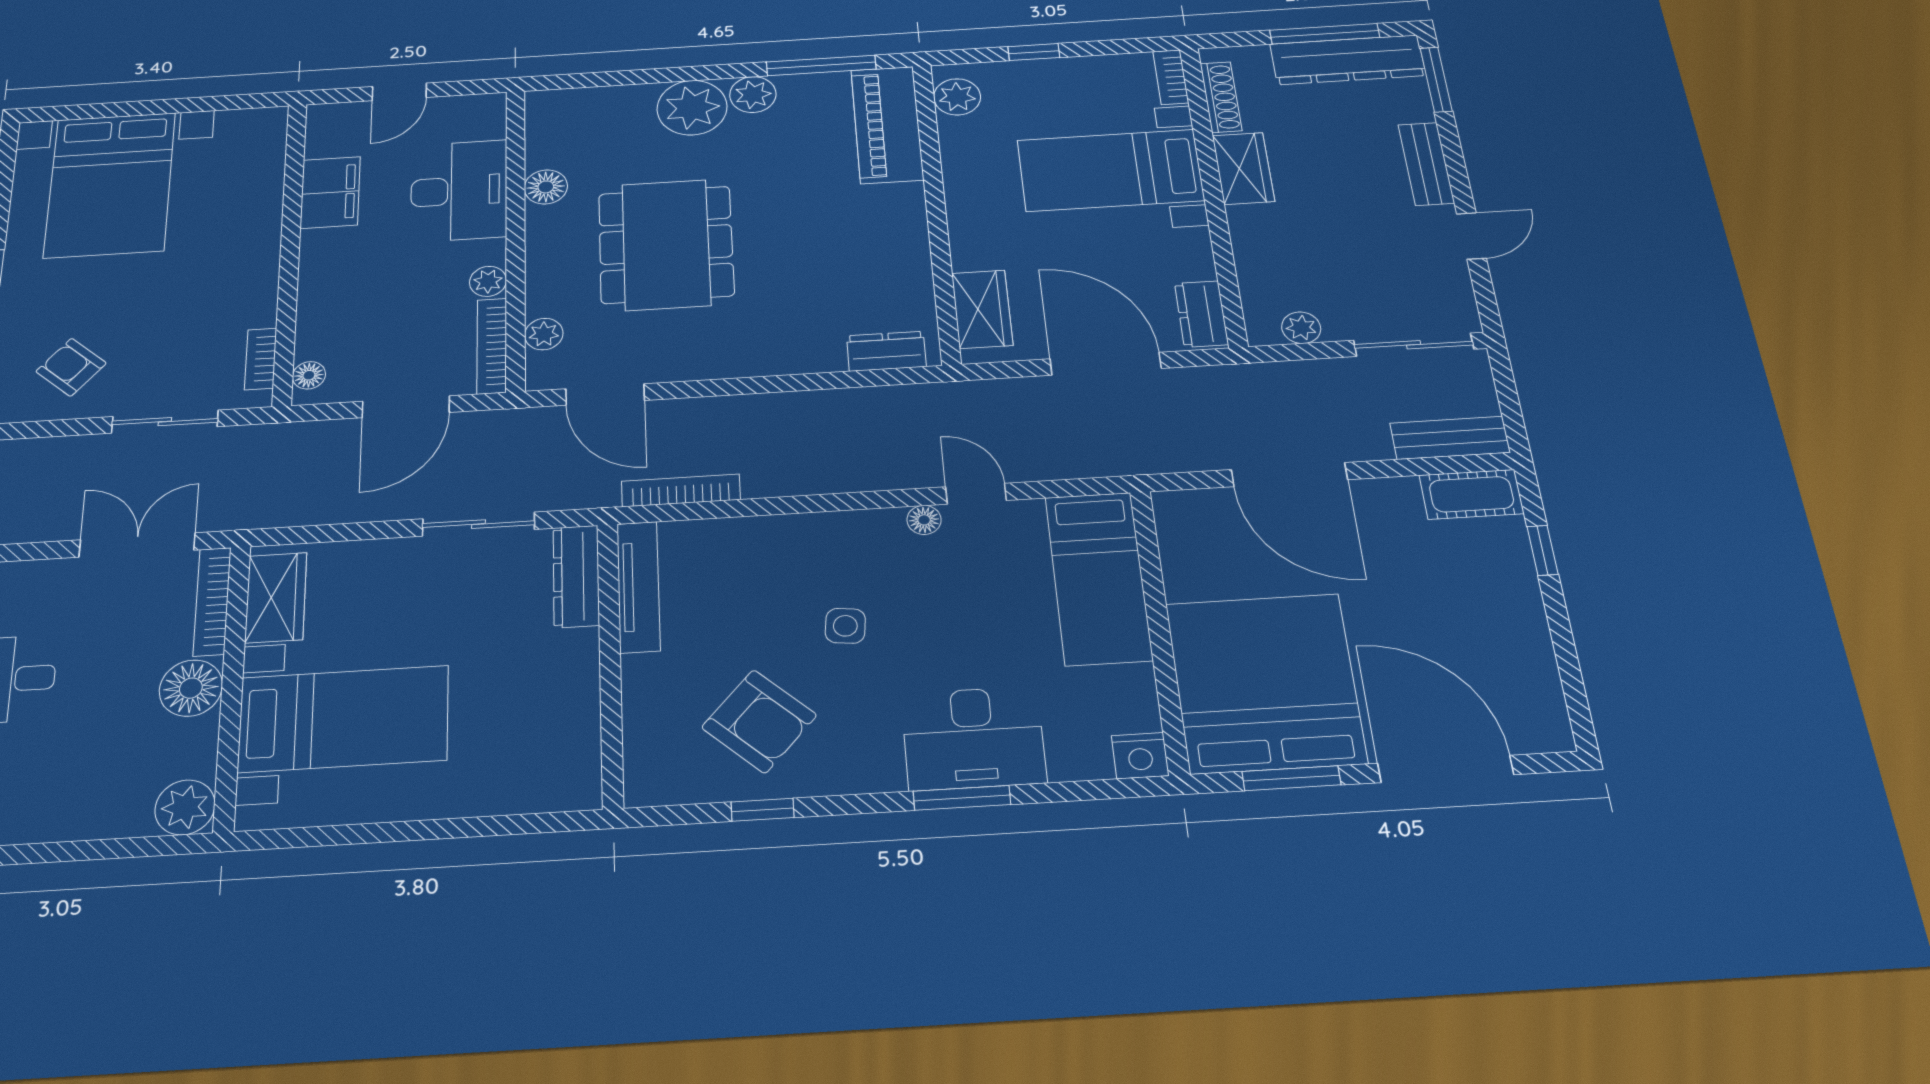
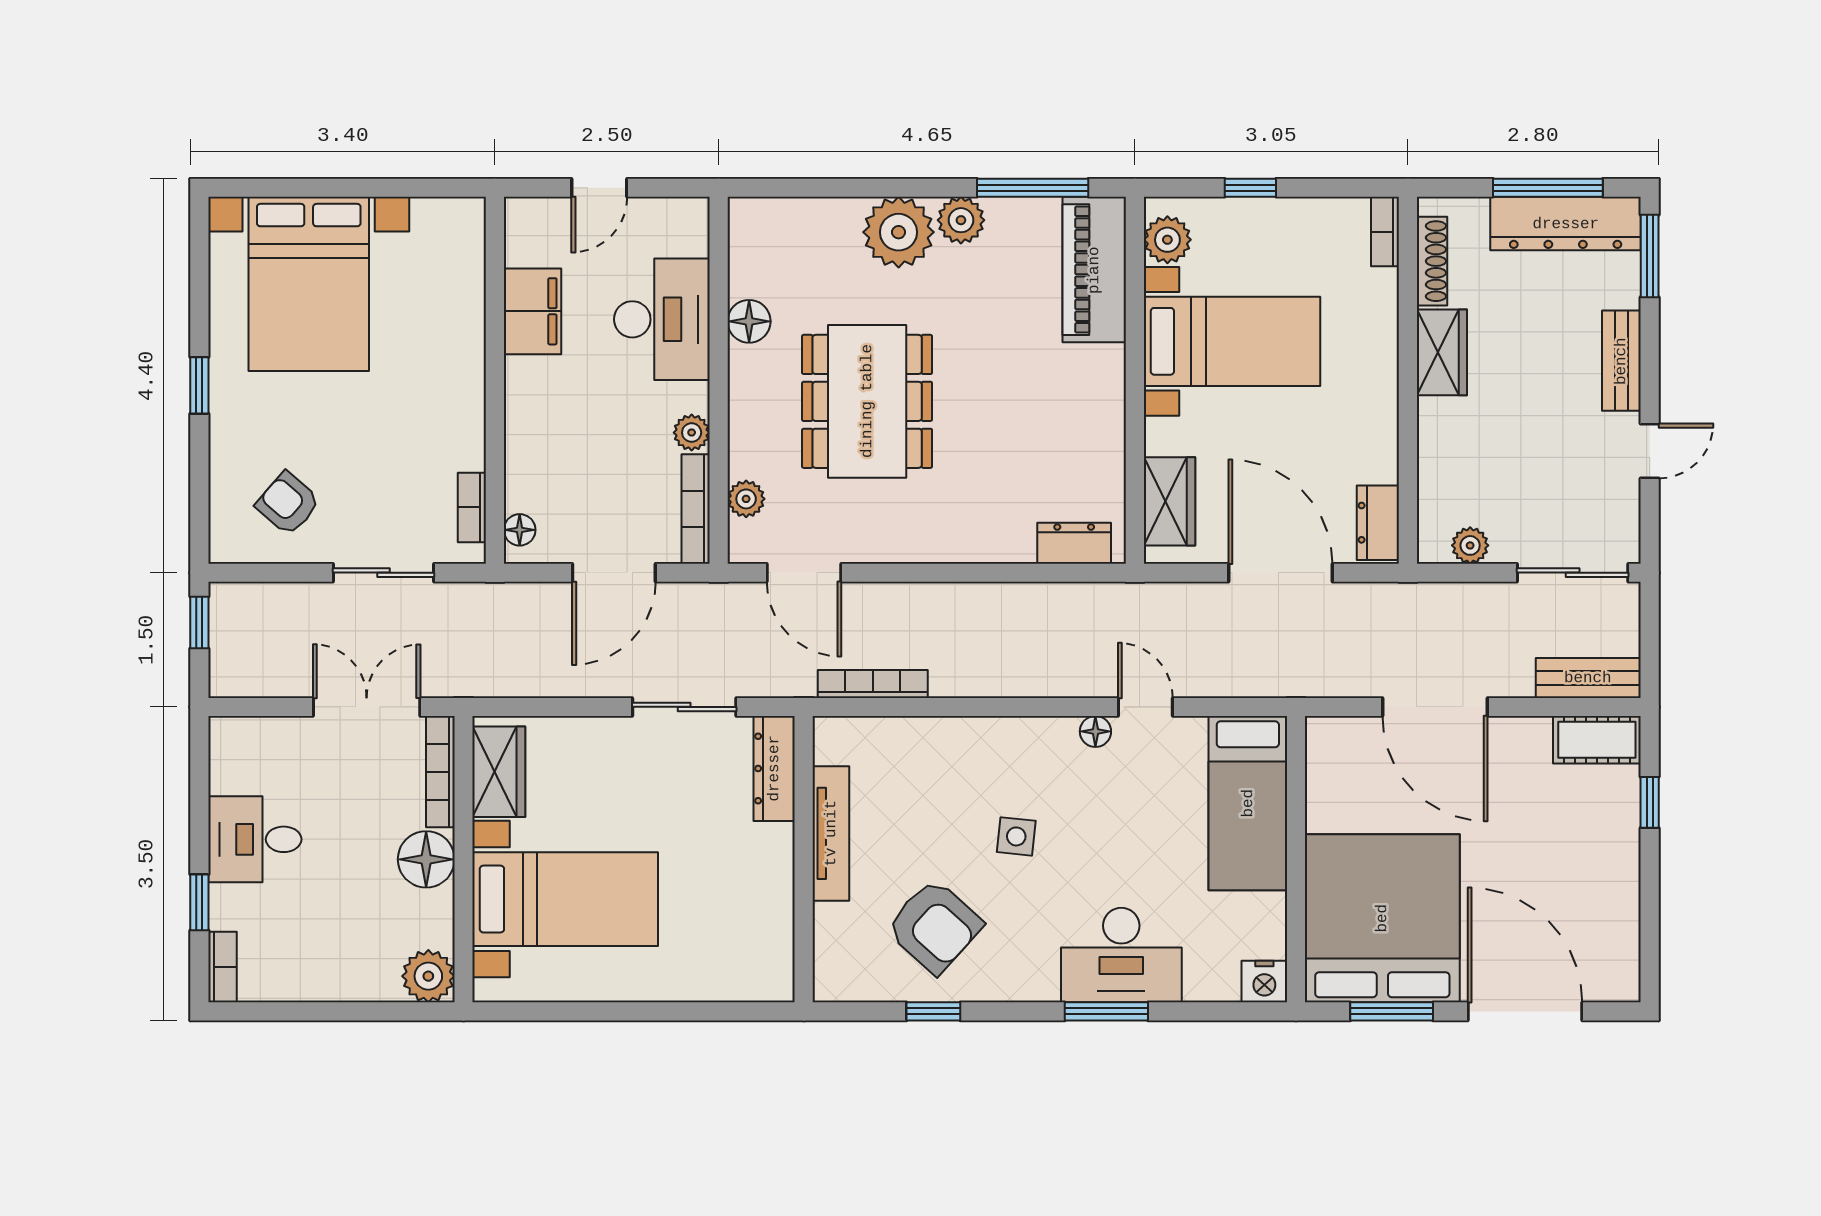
bed with nightstands: (1110, 170) -> (1232, 341), moved, turned 180
tv unit: (638, 587) -> (831, 833), moved

